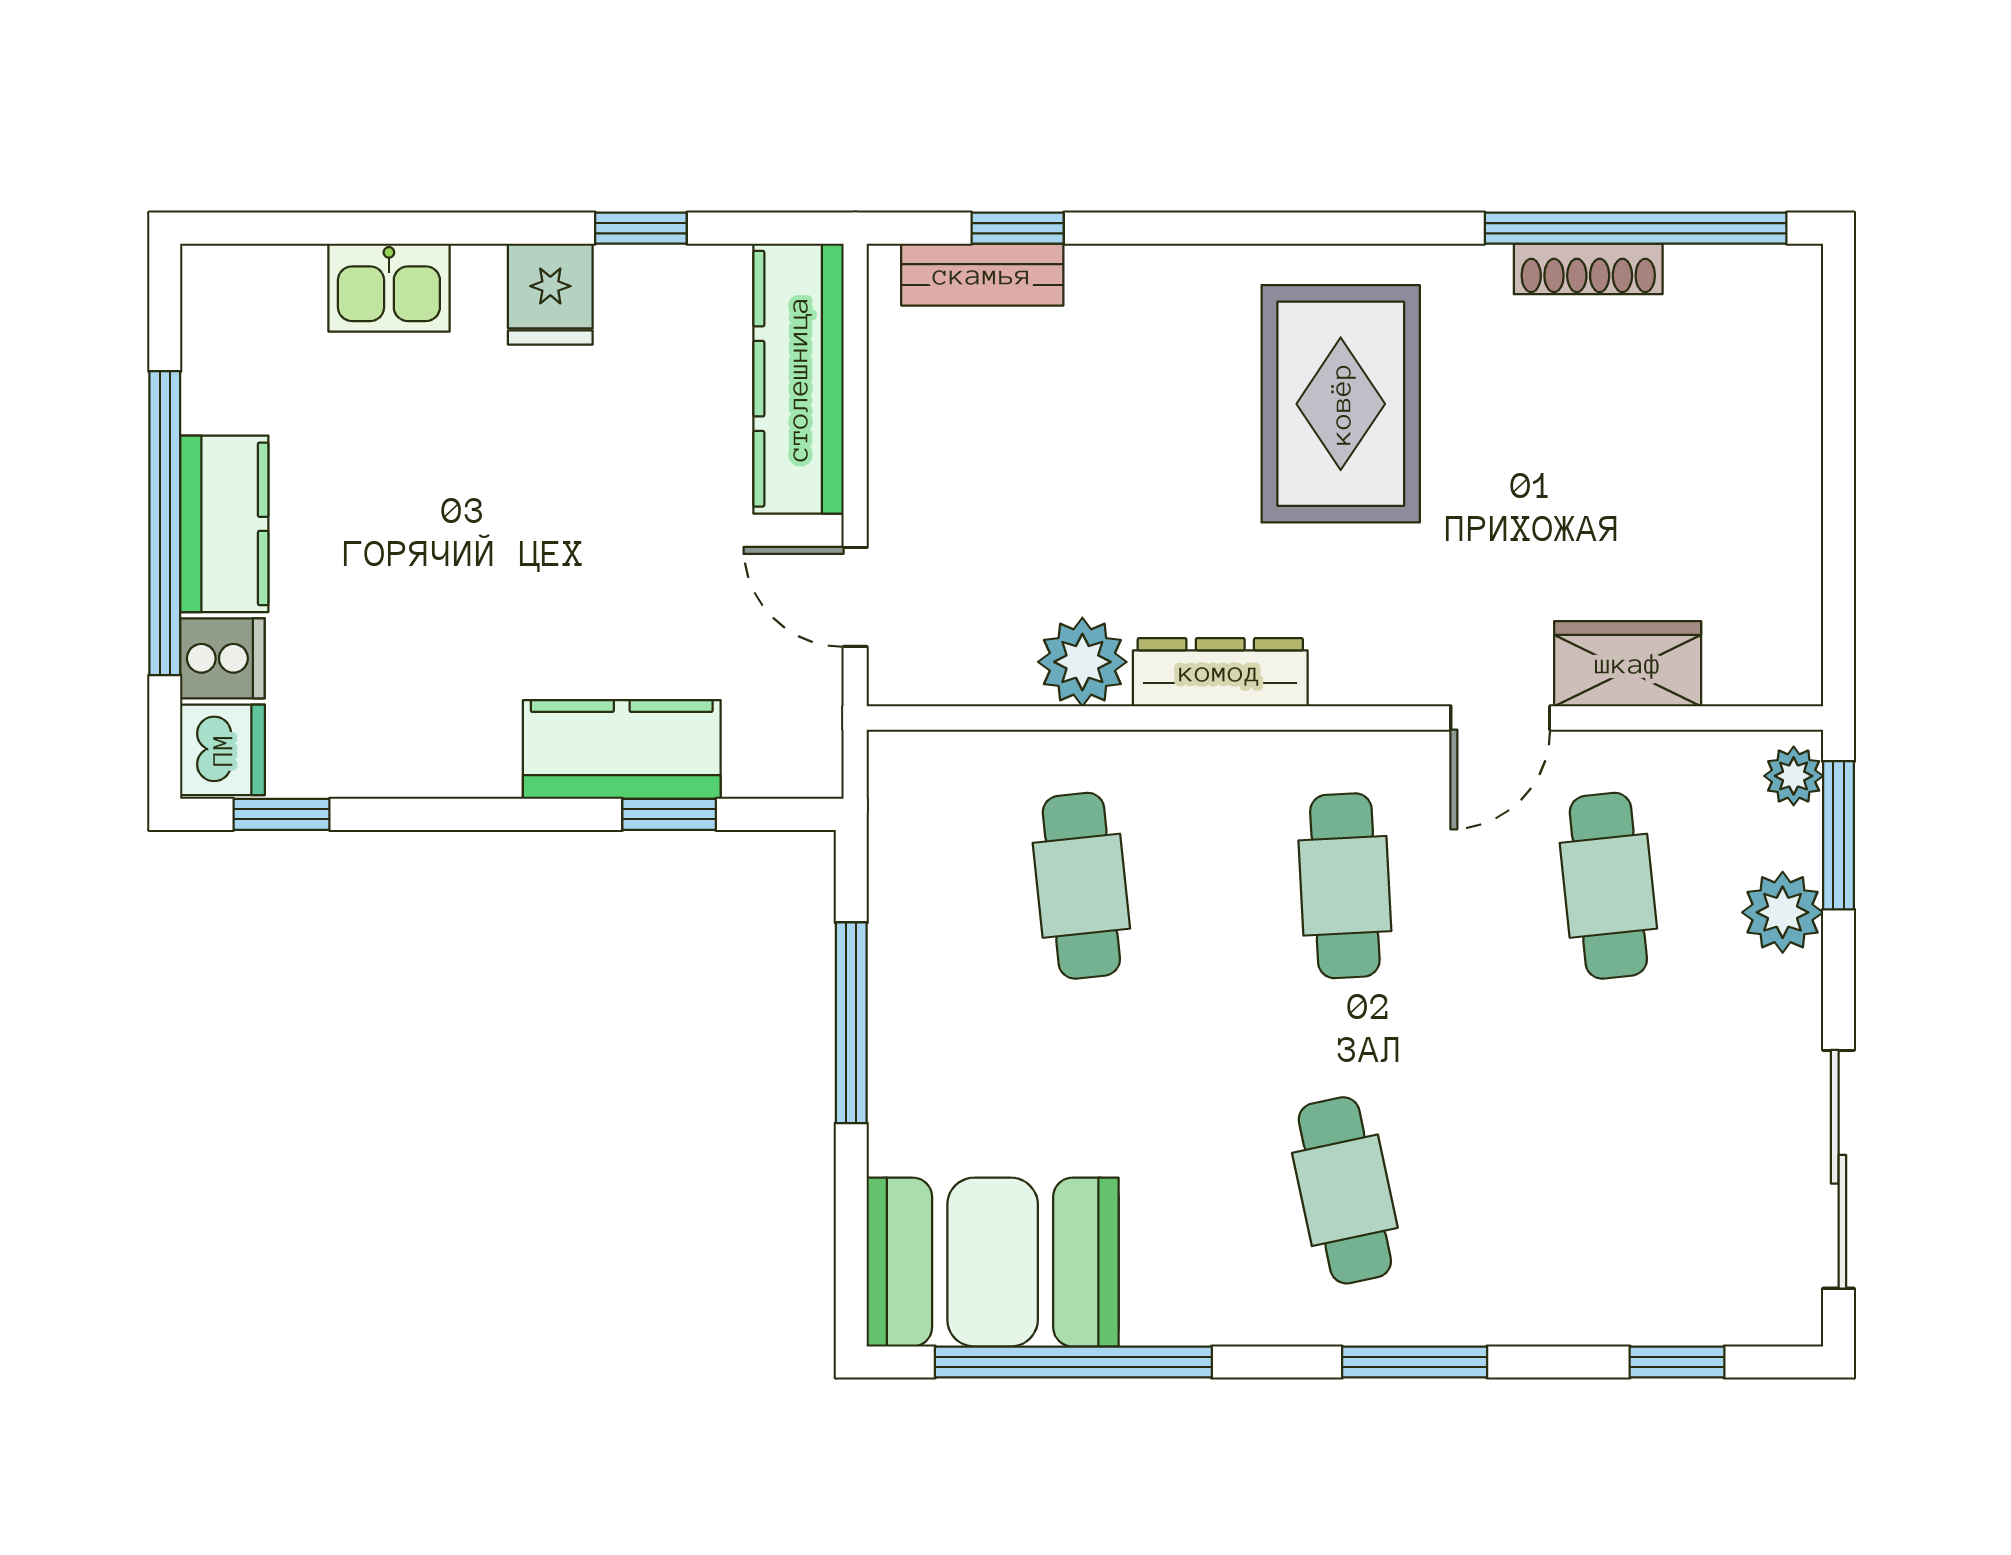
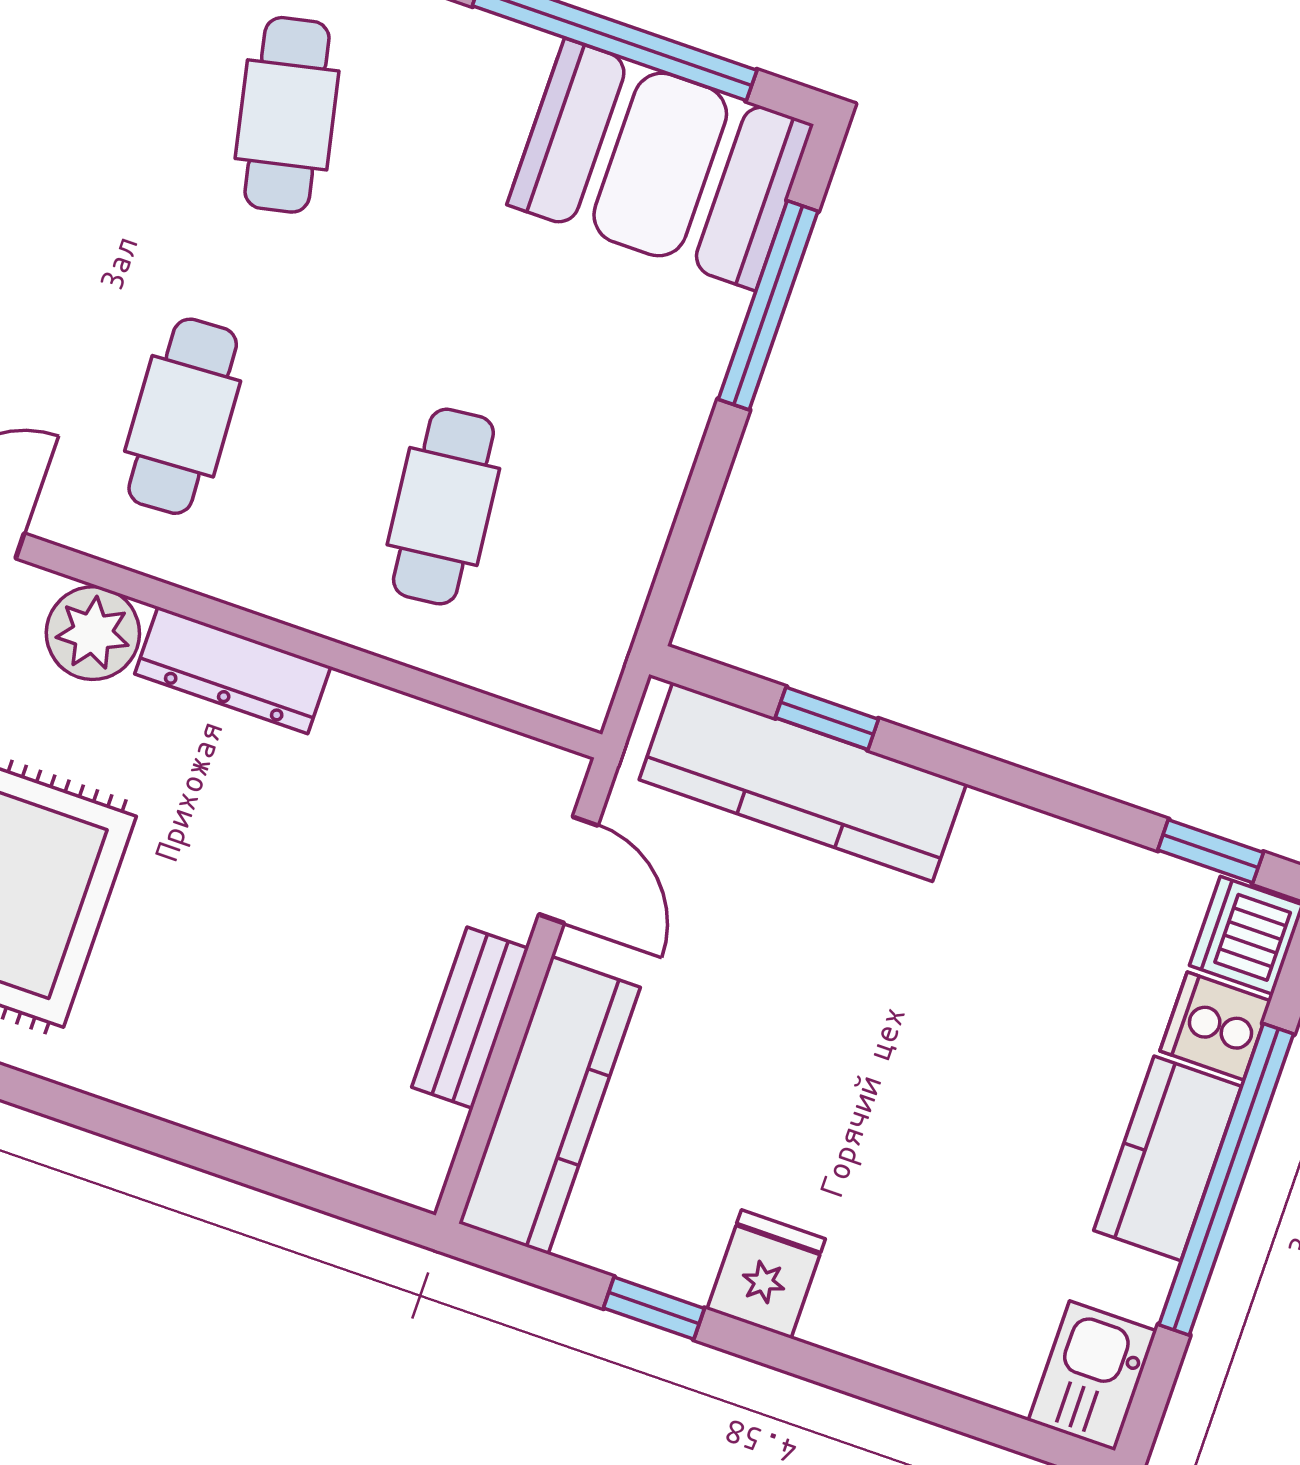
window: (1018, 228) -> (281, 1179), removed
bench: (982, 275) -> (470, 1018), moved, turned 90
kitchen sink: (389, 288) -> (1092, 1376), moved, turned -90
plant: (1082, 662) -> (93, 633), moved
kitchen counter: (622, 750) -> (803, 782), width x1.50
window: (851, 1023) -> (768, 305), moved

